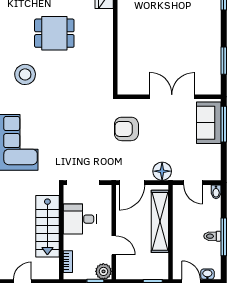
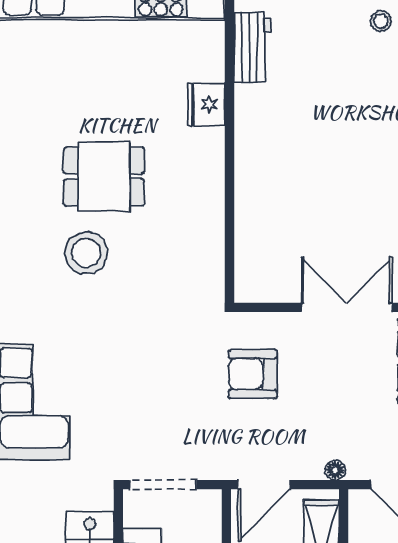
stool: (25, 74) -> (86, 253), moved
floor lamp: (162, 171) -> (335, 470), width x0.53, depth x0.53

